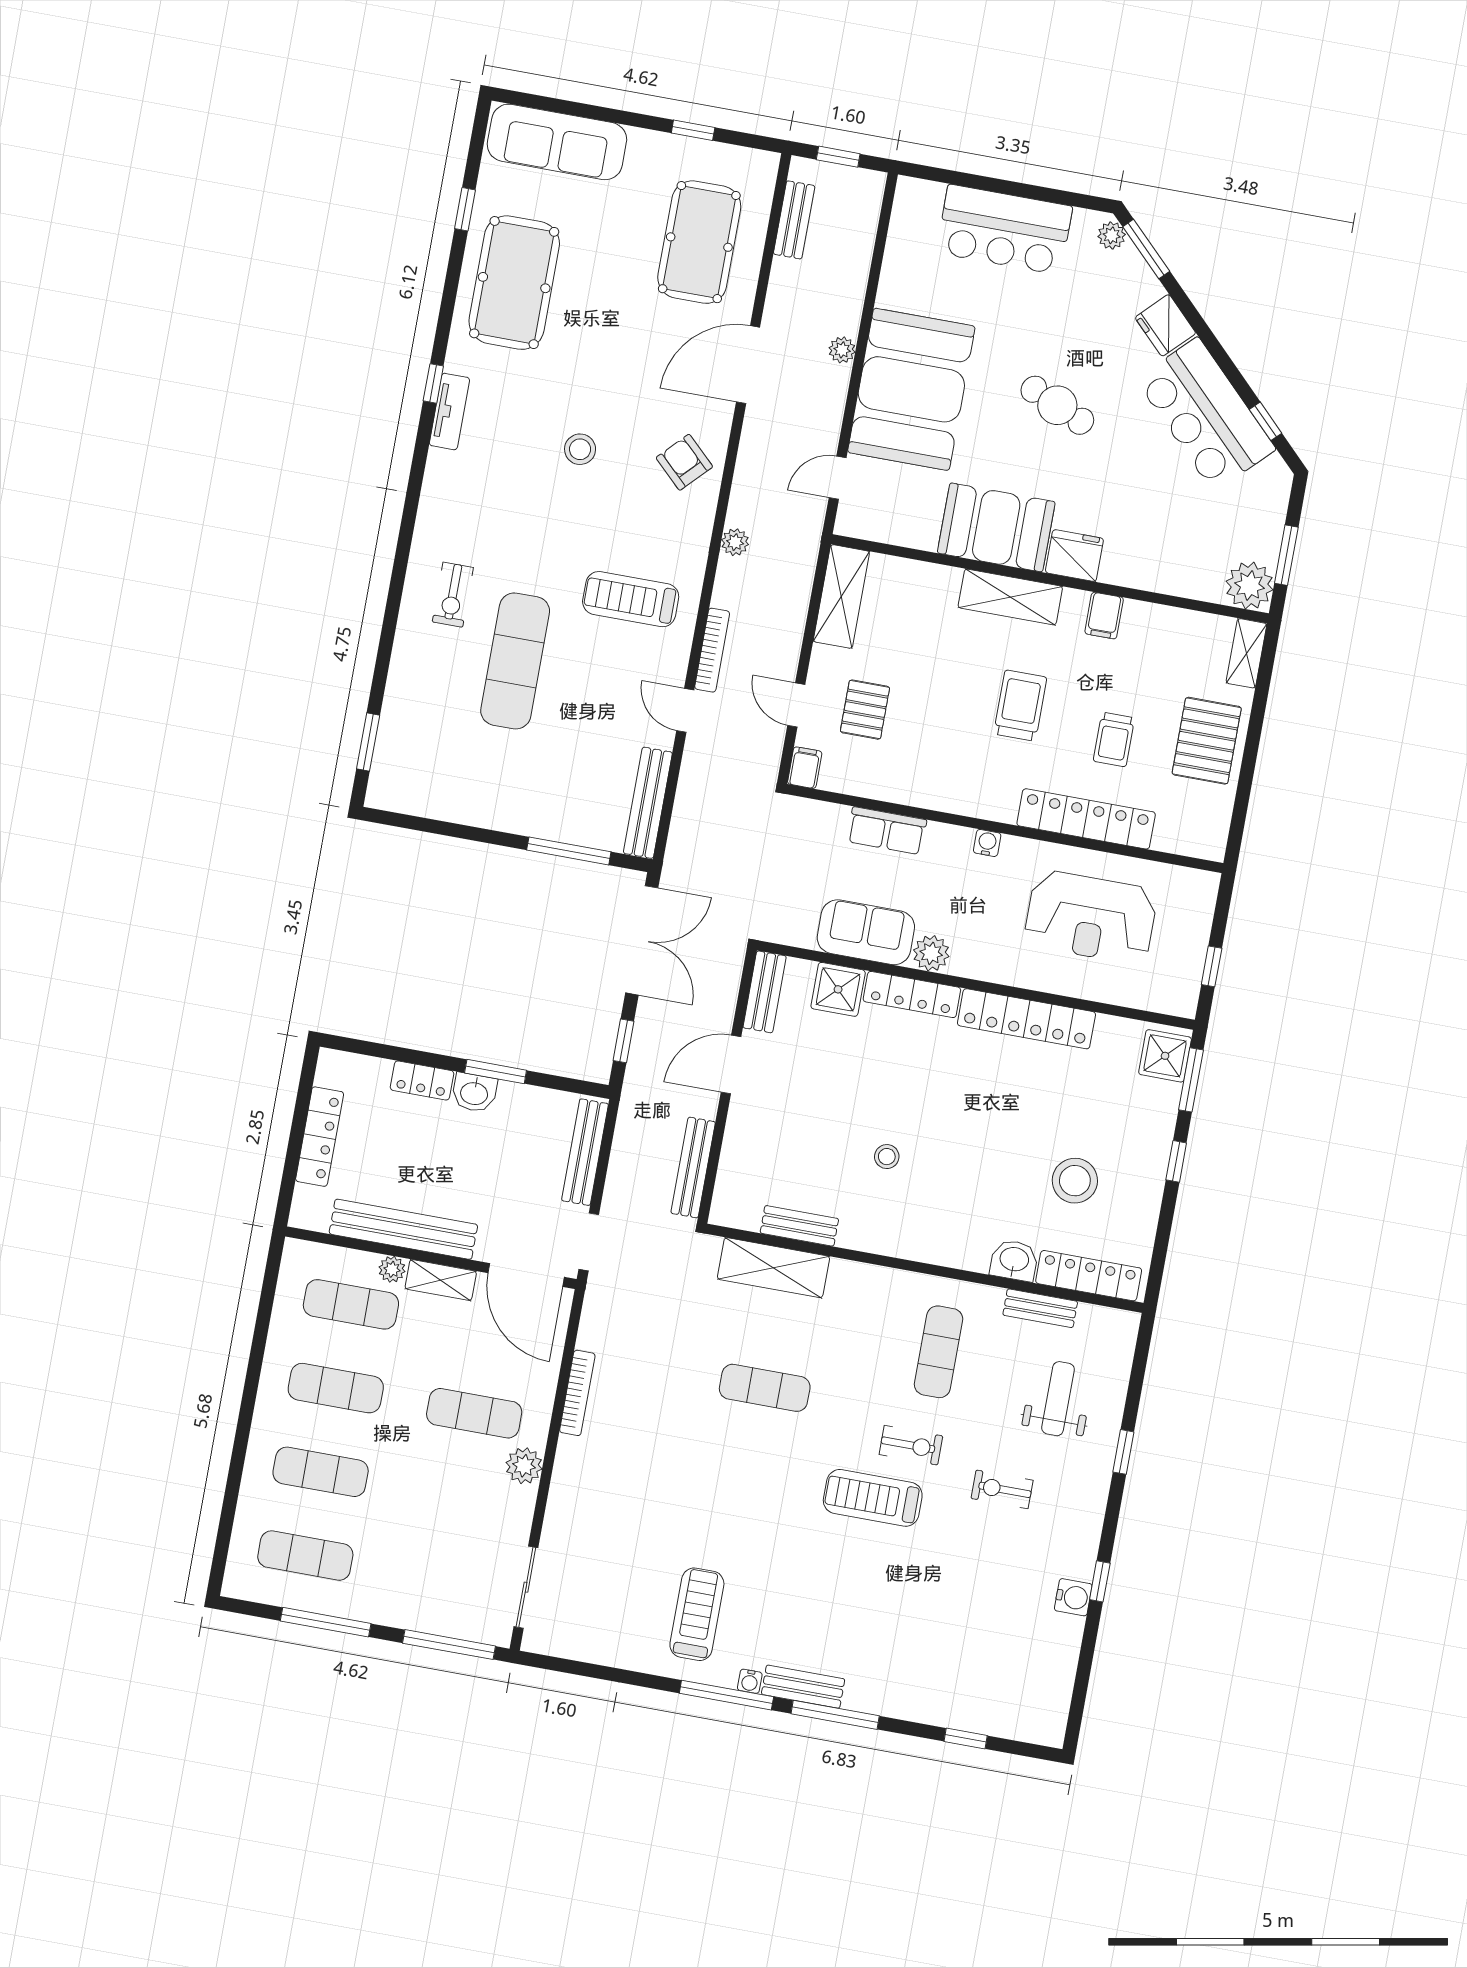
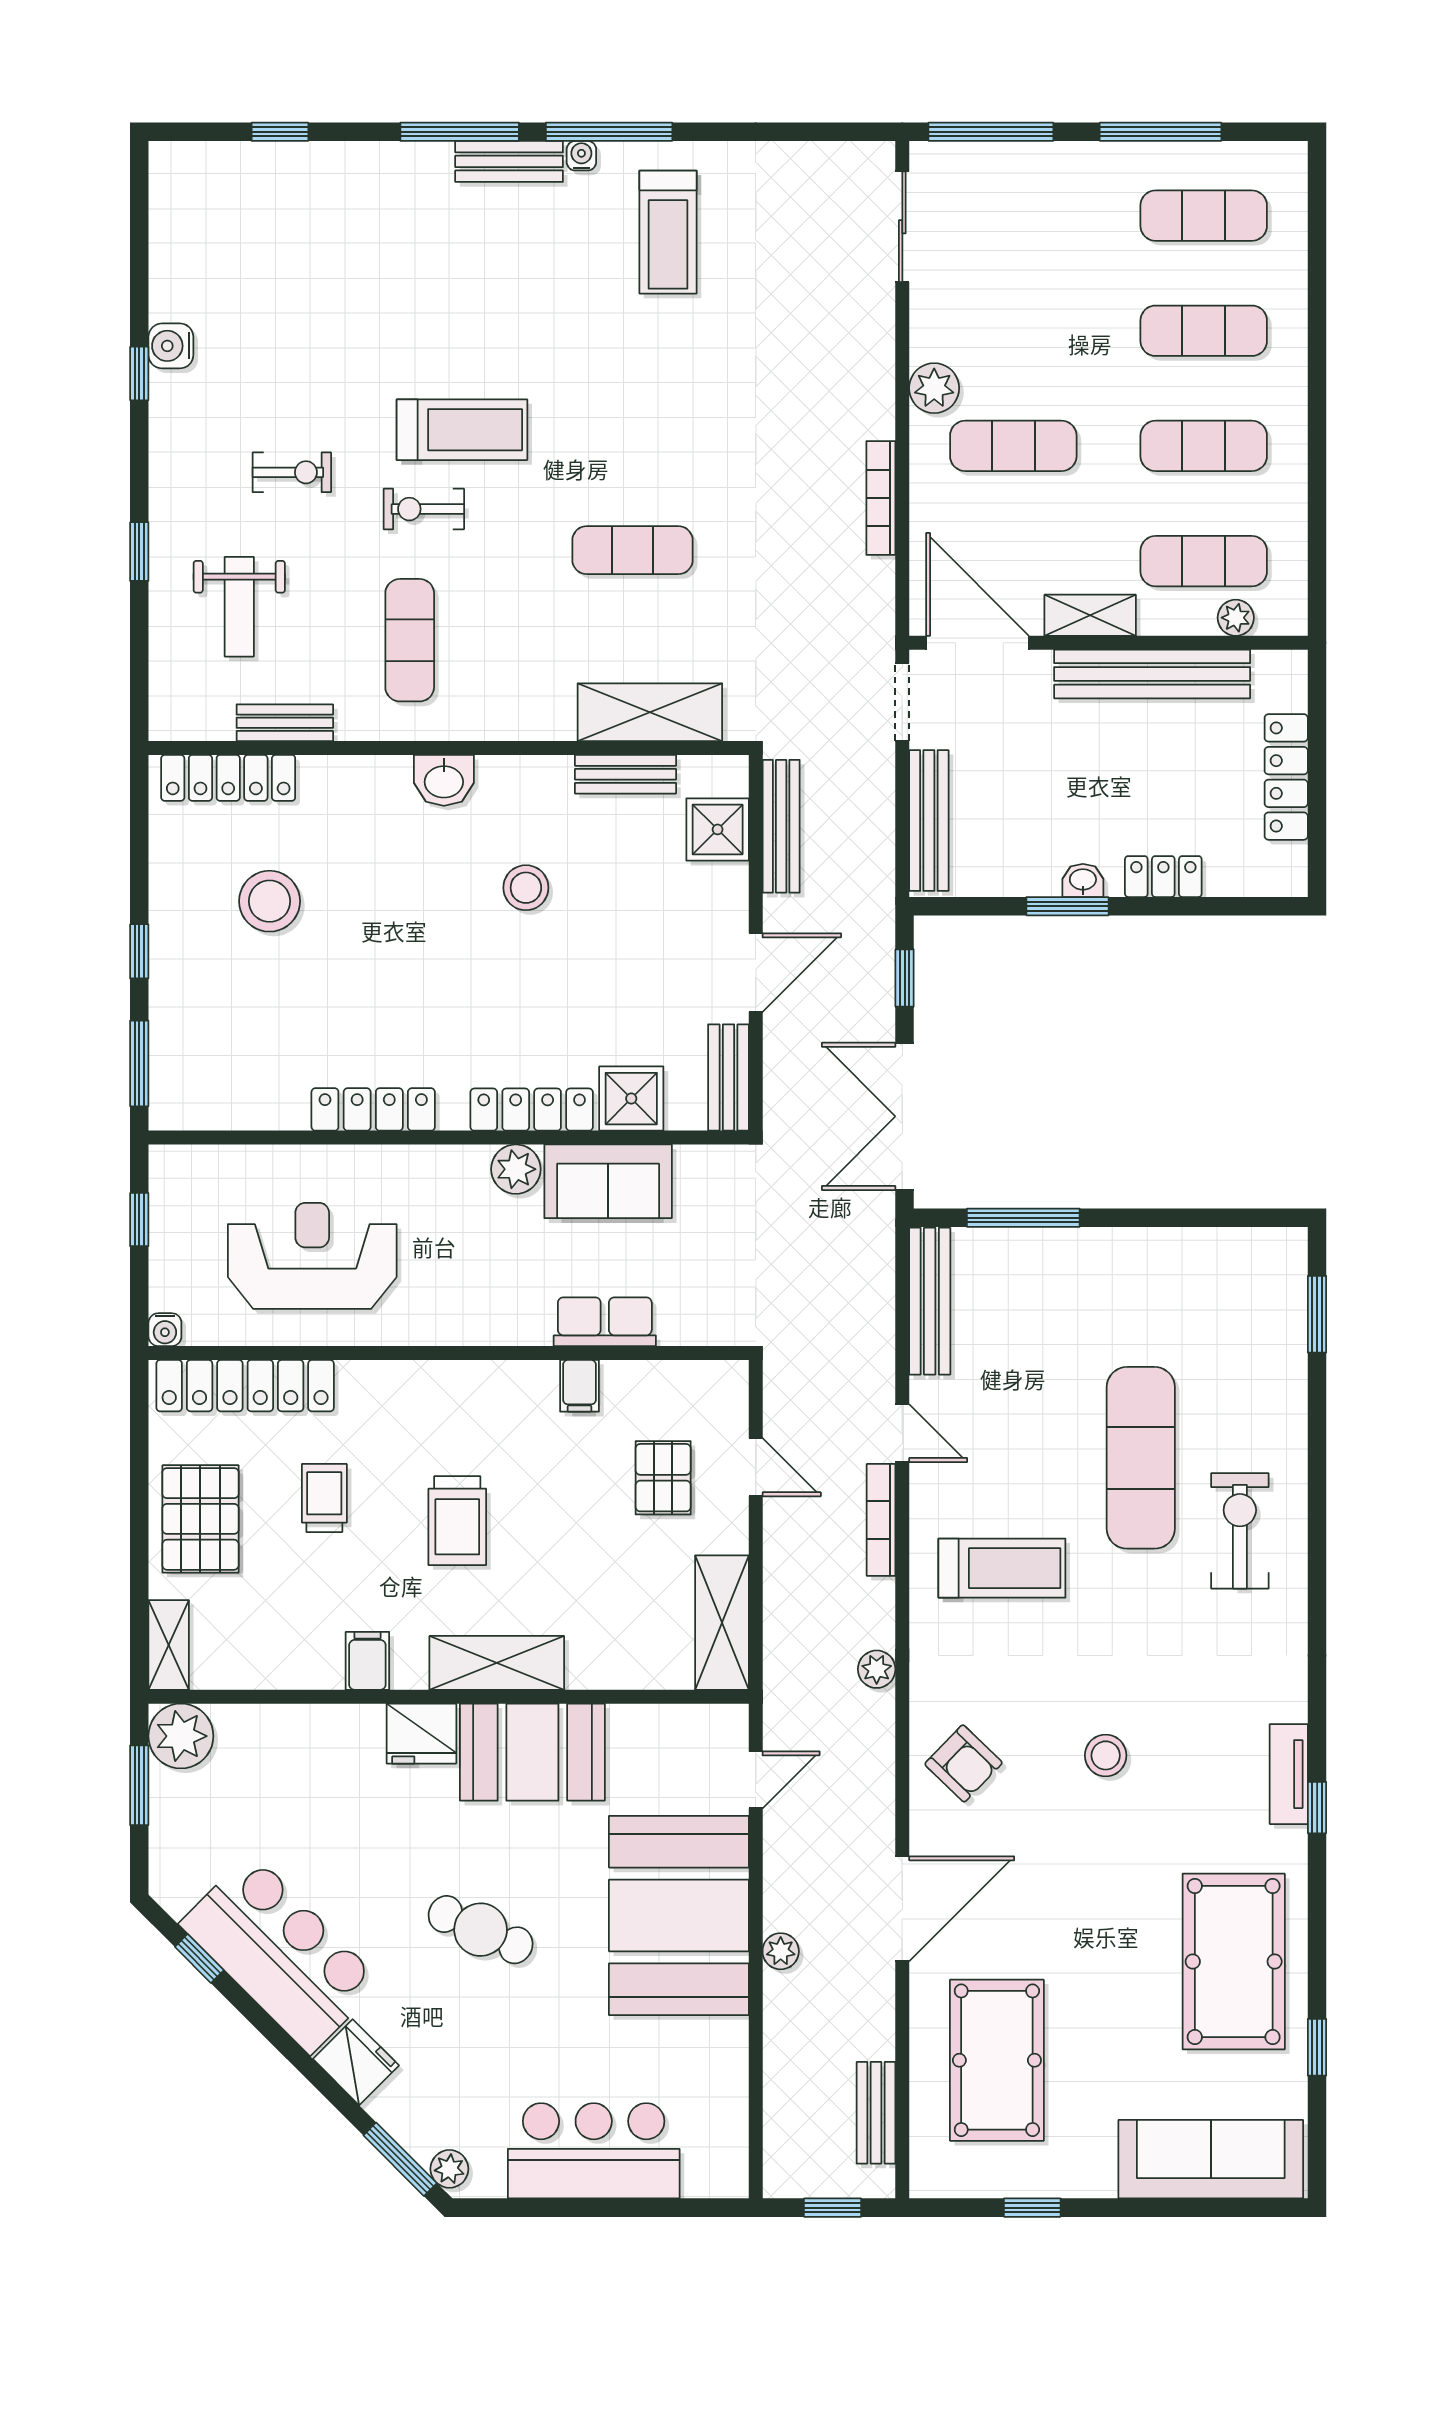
exercise bike: (453, 595) -> (1240, 1531), width x1.38, depth x1.39
filing cabinet: (805, 768) -> (579, 1386), moved
locker: (1086, 819) -> (245, 1386), moved
water cooler: (987, 843) -> (165, 1330), moved
locker: (1026, 1019) -> (373, 1109), width x0.71, depth x0.83
shower: (1165, 1056) -> (718, 829), moved
washbasin: (474, 1093) -> (1083, 880), width x0.72, depth x0.69
stool: (887, 1157) -> (526, 888), width x1.37, depth x1.37
washbasin: (1014, 1260) -> (444, 780), moved
plant: (392, 1269) -> (1236, 618), moved

